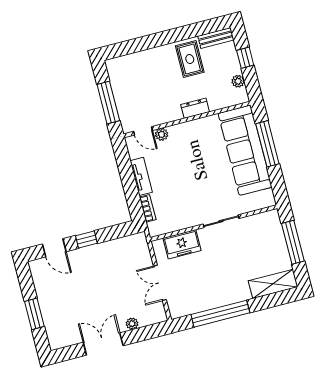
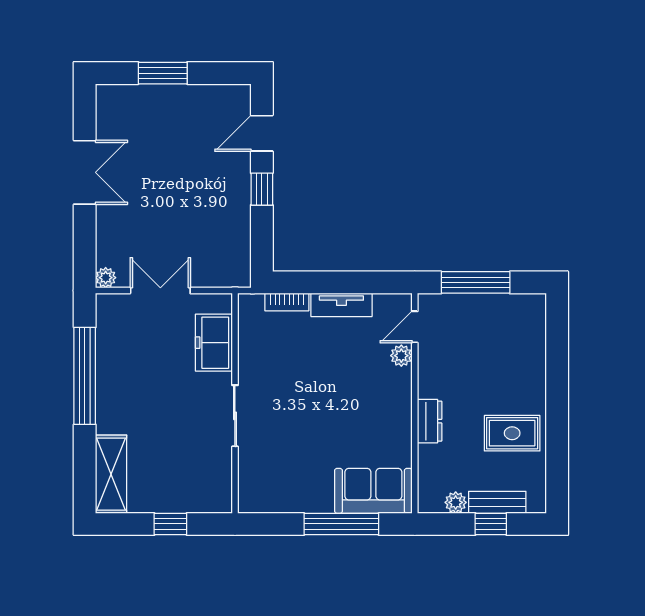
bench: (216, 38) -> (497, 502), moved, turned 90
sofa: (245, 150) -> (373, 491), width x0.54, depth x0.79
window: (293, 242) -> (170, 524), width x0.46
plant: (132, 324) -> (106, 278), moved

